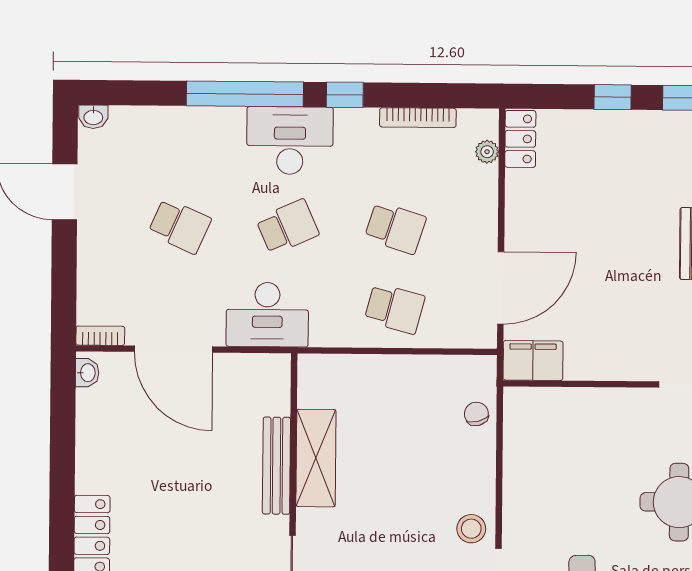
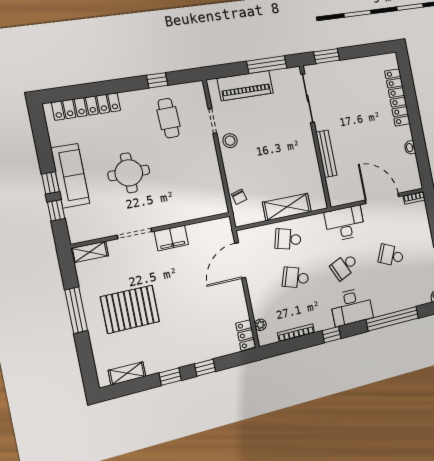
window: (245, 94) -> (392, 319), moved
filing cabinet: (533, 360) -> (171, 238), moved
washbasin: (87, 373) -> (410, 148), moved
shelving: (316, 458) -> (287, 207), moved, turned 90

